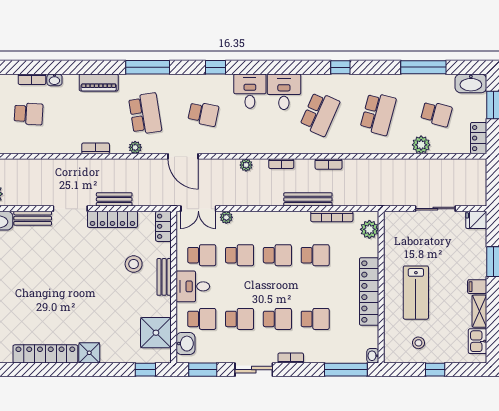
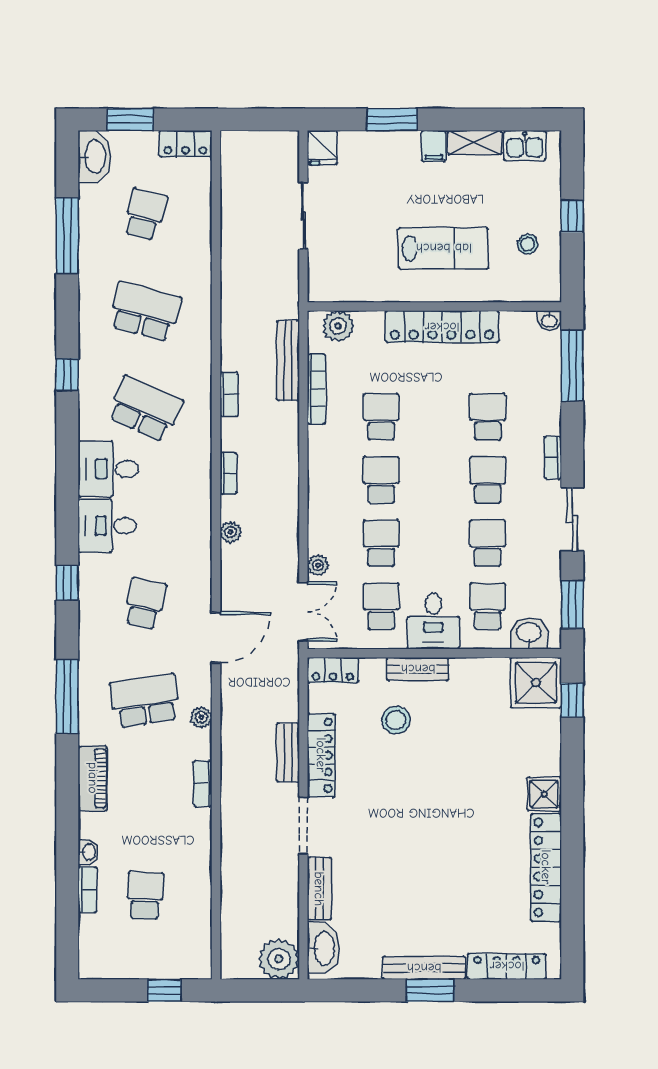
plant: (421, 145) -> (197, 240), removed
bench: (308, 199) -> (288, 361), moved
shower: (156, 333) -> (536, 683), moved

